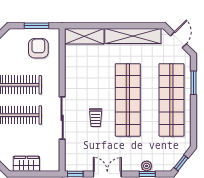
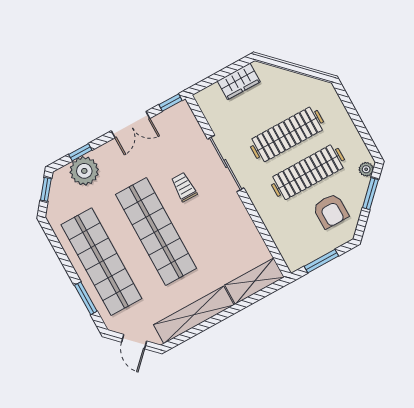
armchair: (38, 48) -> (331, 211), moved
plant: (147, 166) -> (84, 171), width x1.87, depth x1.87

